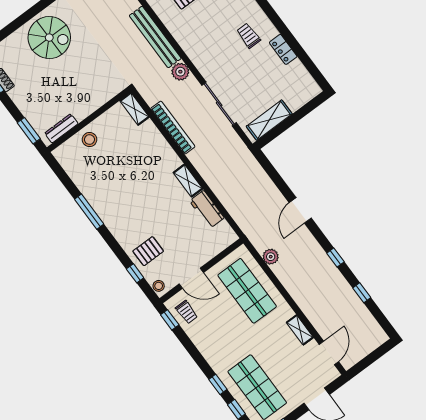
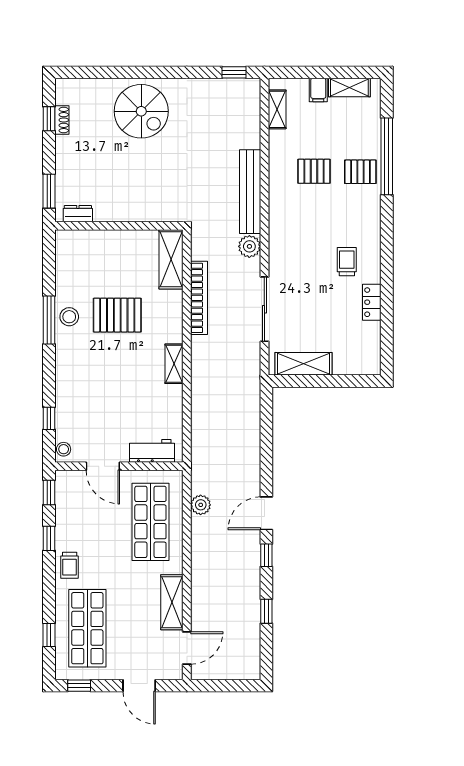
shelving: (134, 109) -> (171, 259), width x1.50, depth x1.33
dresser: (61, 128) -> (78, 214), width x0.70
stool: (90, 140) -> (69, 317), moved
workbench: (207, 209) -> (152, 451), moved, turned 90
door: (300, 210) -> (266, 513), moved
pallet: (148, 251) -> (117, 315), moved, width x1.50, depth x1.42
trolley: (187, 312) -> (70, 565), moved
shelving: (300, 330) -> (172, 602), width x1.50, depth x1.33
window: (218, 384) -> (49, 538), moved

